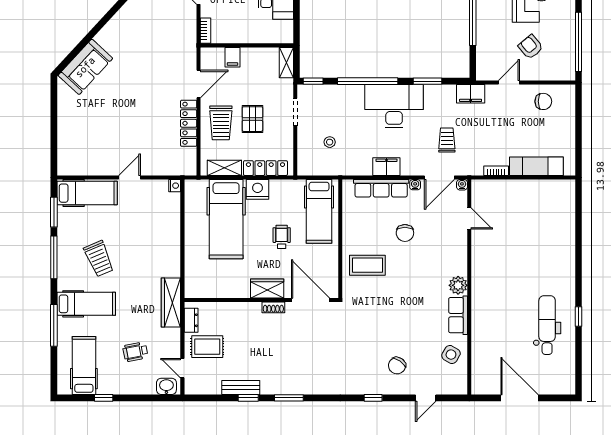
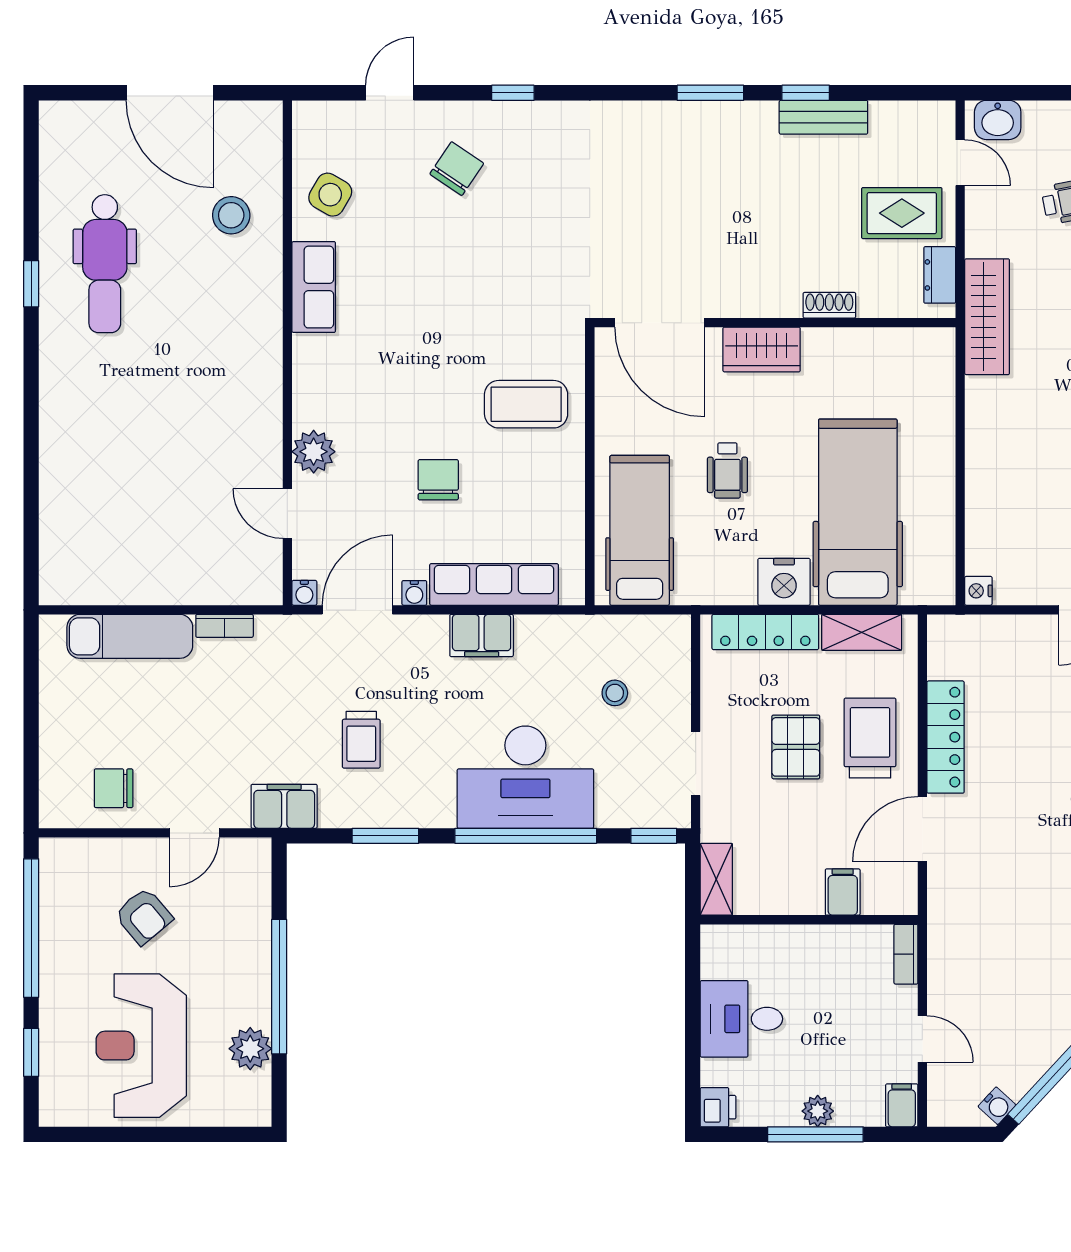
desk: (394, 106) -> (525, 777), moved
trolley: (447, 140) -> (361, 740), moved
plant: (458, 285) -> (314, 452), moved
shoe rack: (273, 307) -> (829, 305), moved
stool: (493, 346) -> (231, 215), added

